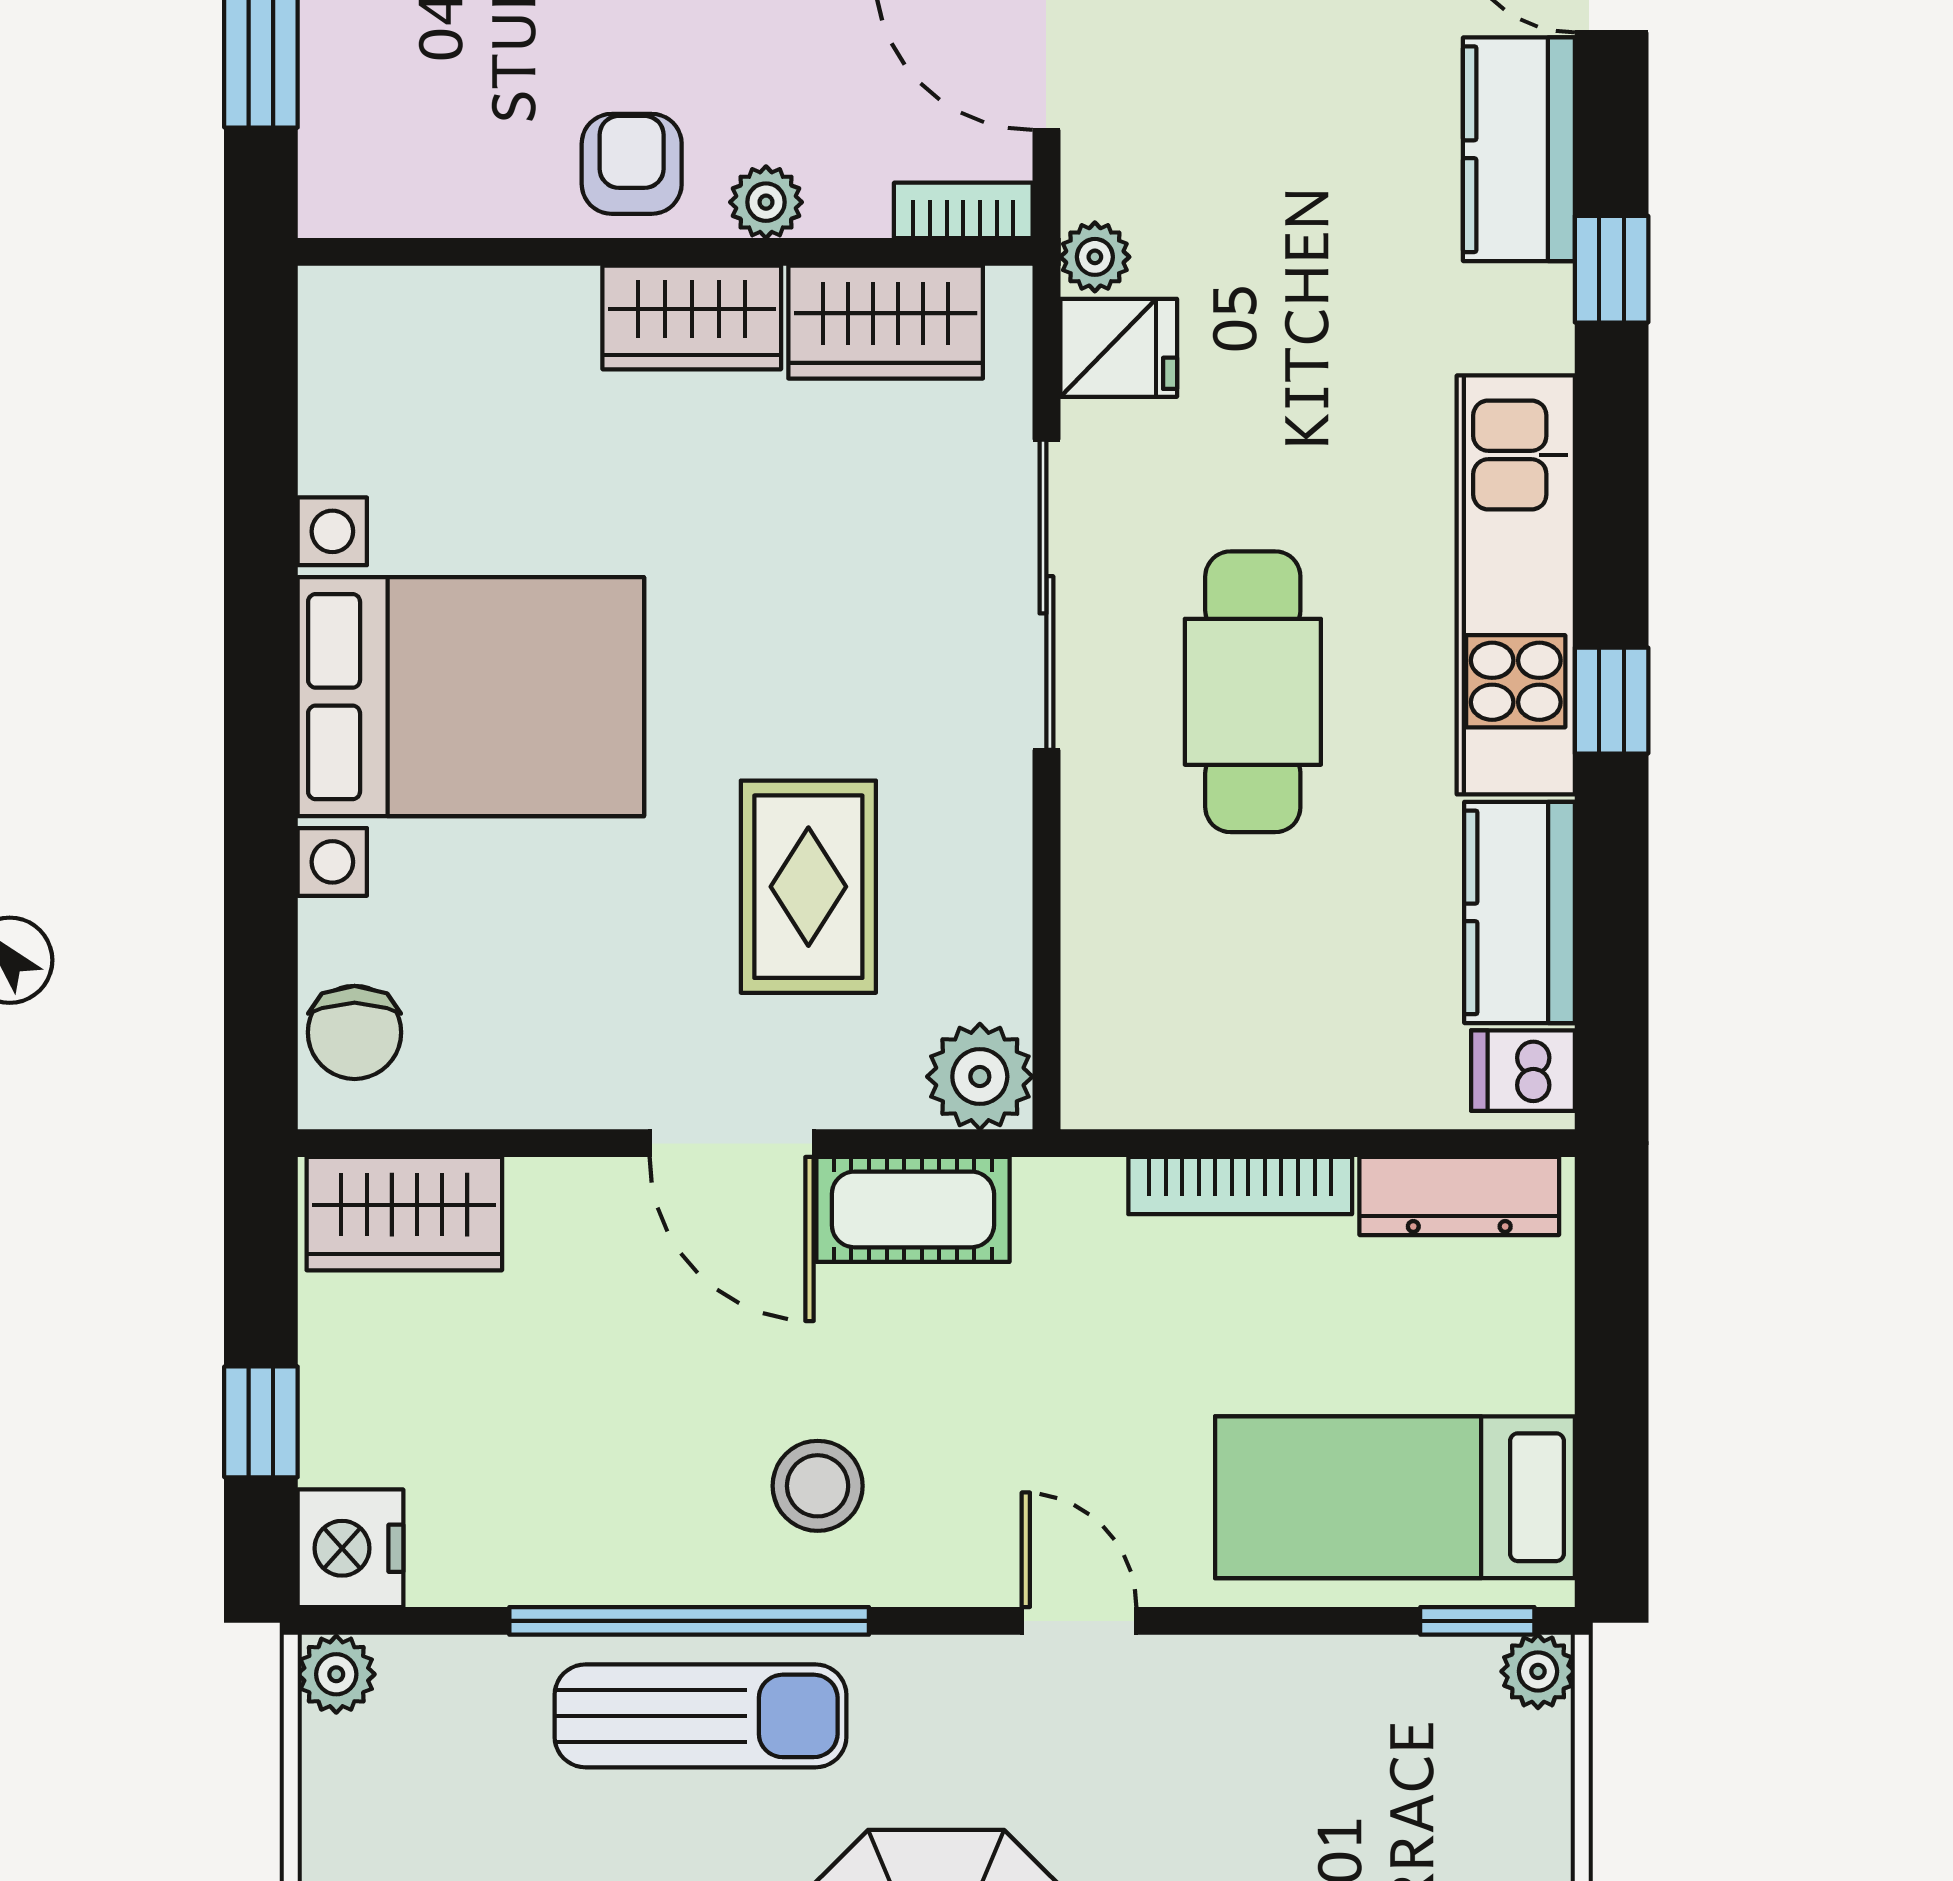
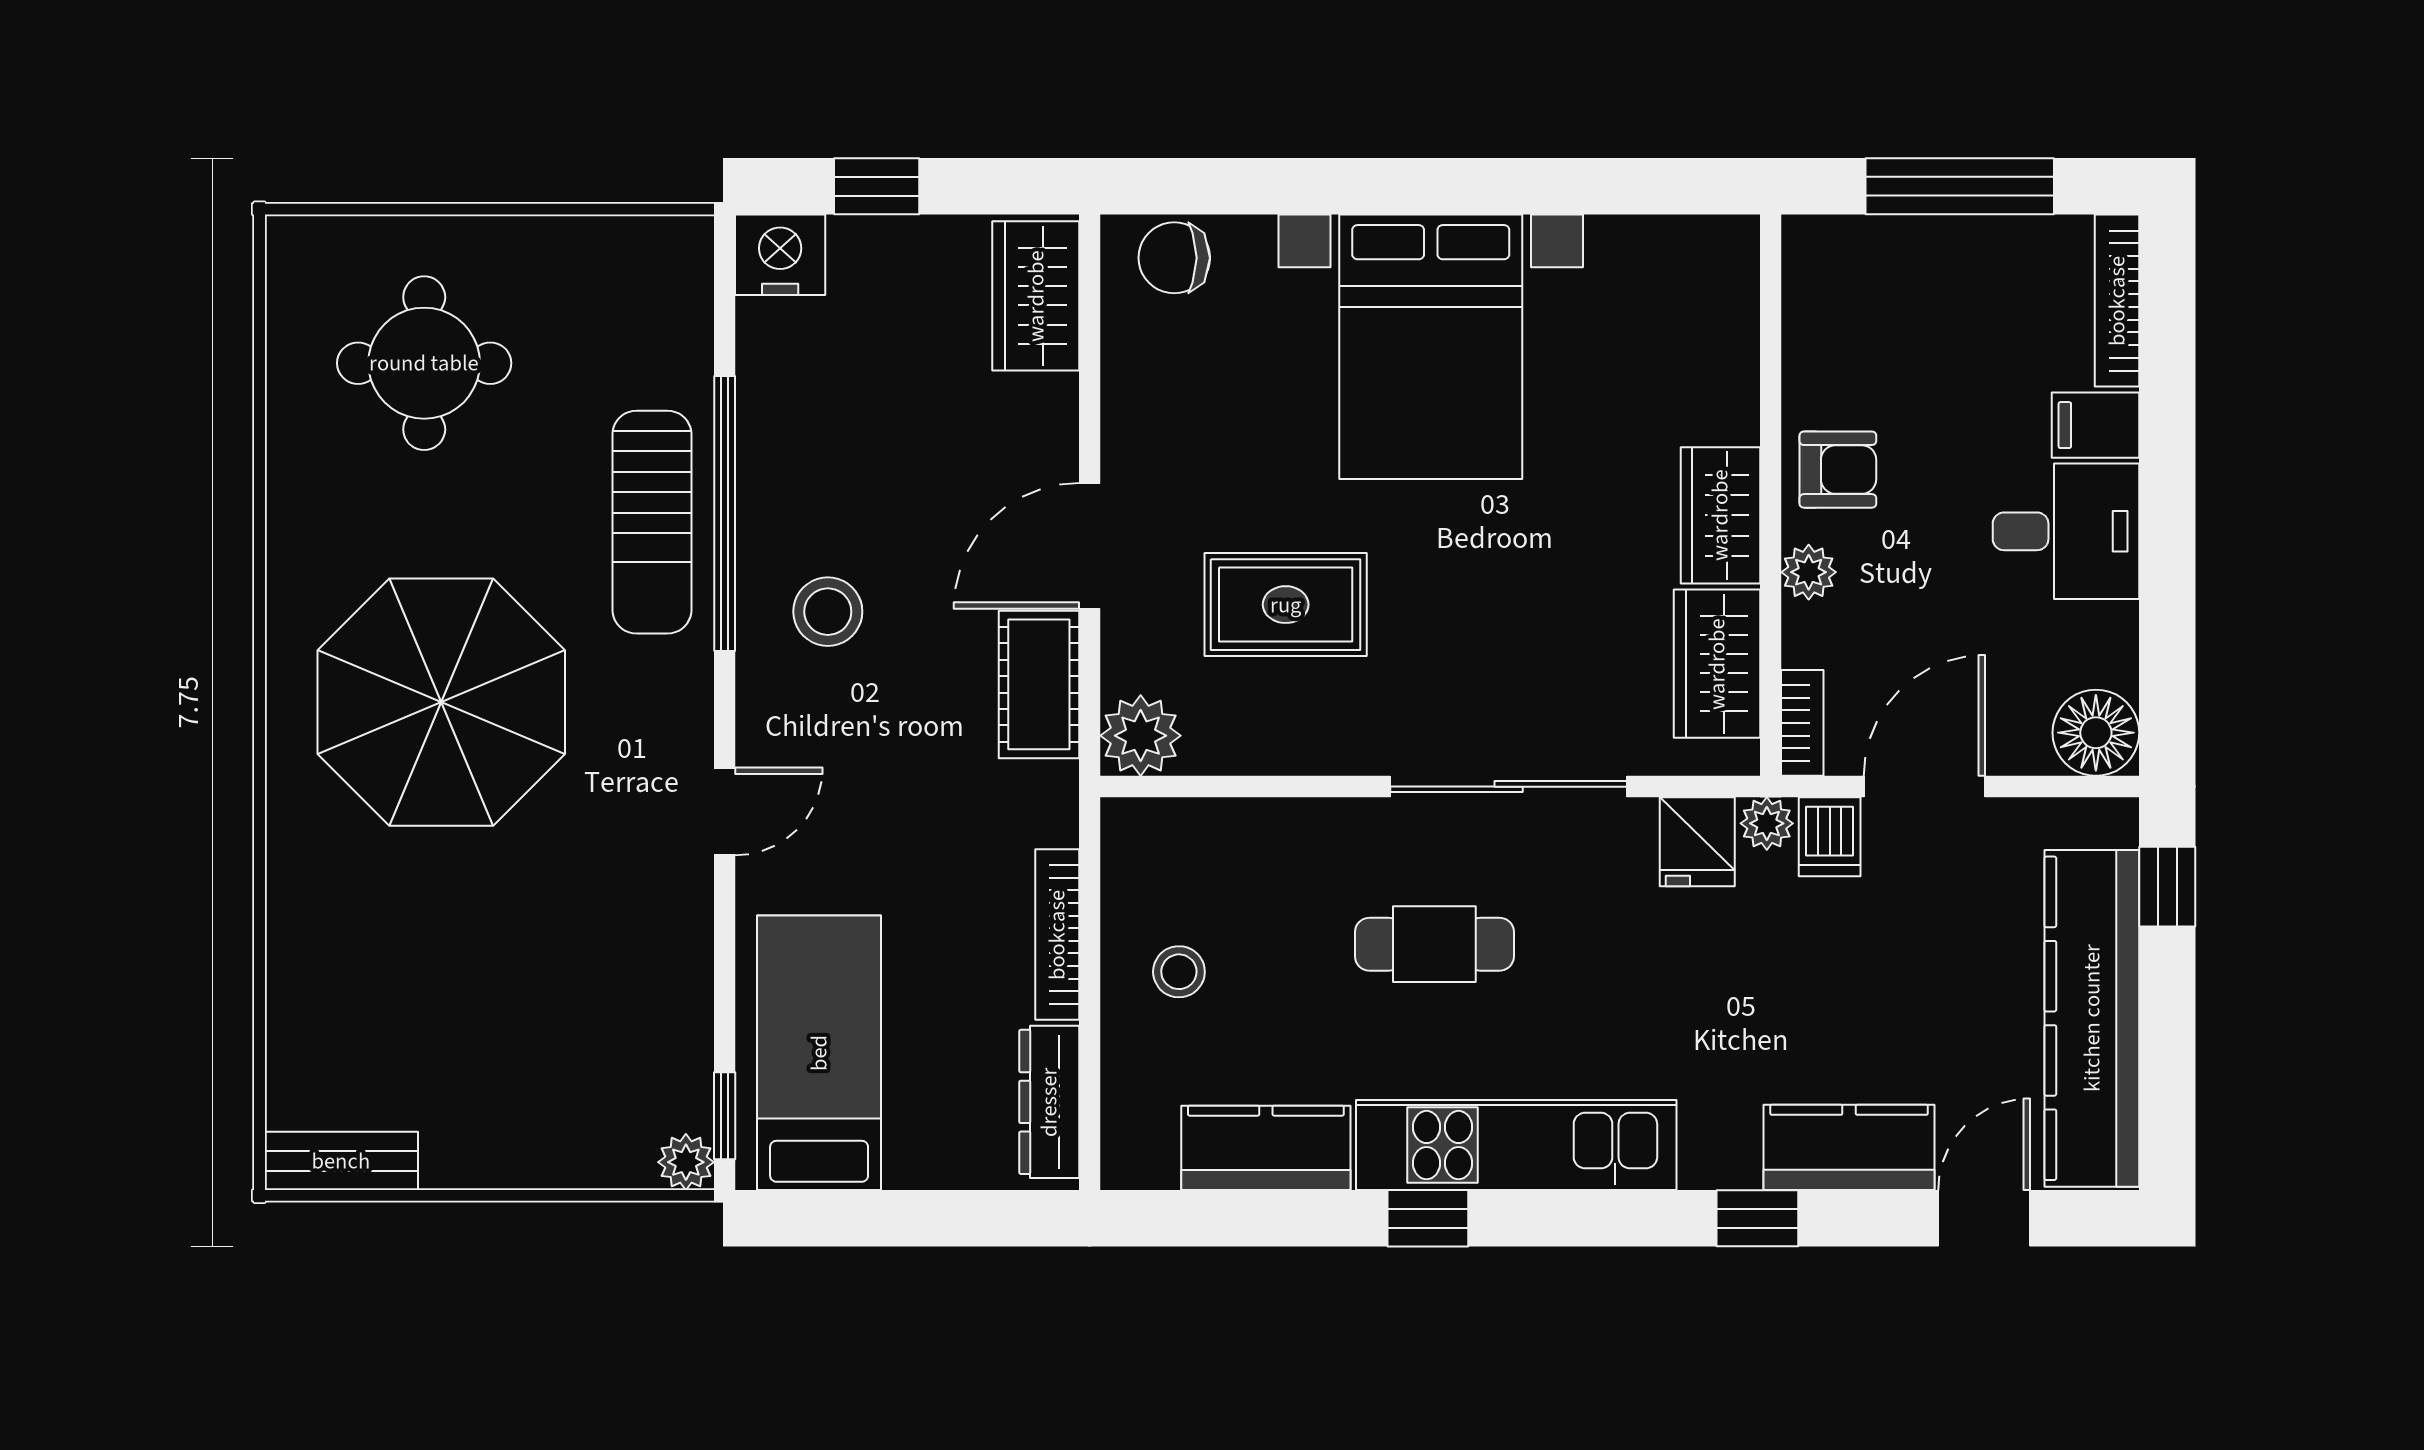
cafe table: (1253, 692) -> (1434, 944), width x0.73, depth x0.74
stool: (1289, 1026) -> (1179, 972), added
dishwasher: (1523, 1071) -> (1830, 837), moved, turned 180
plant: (336, 1674) -> (684, 244), removed

